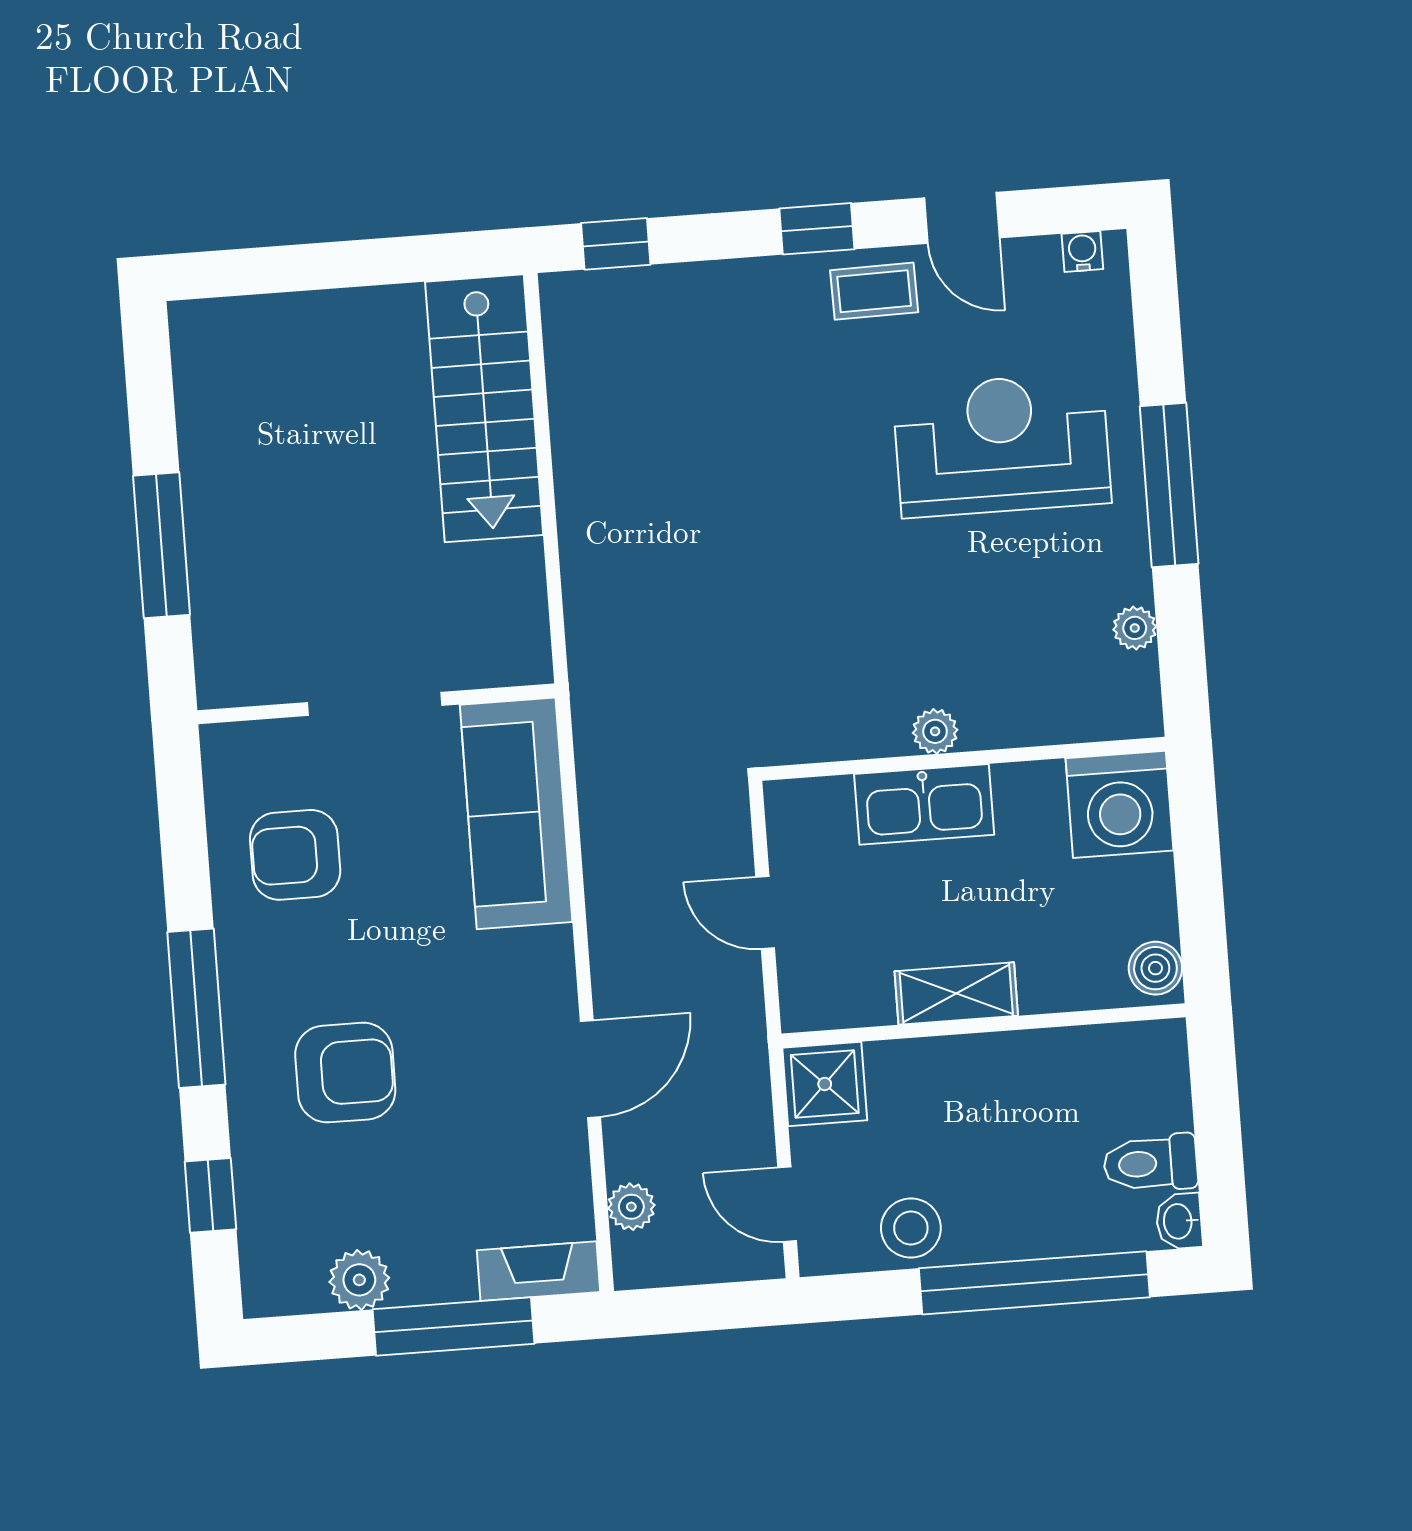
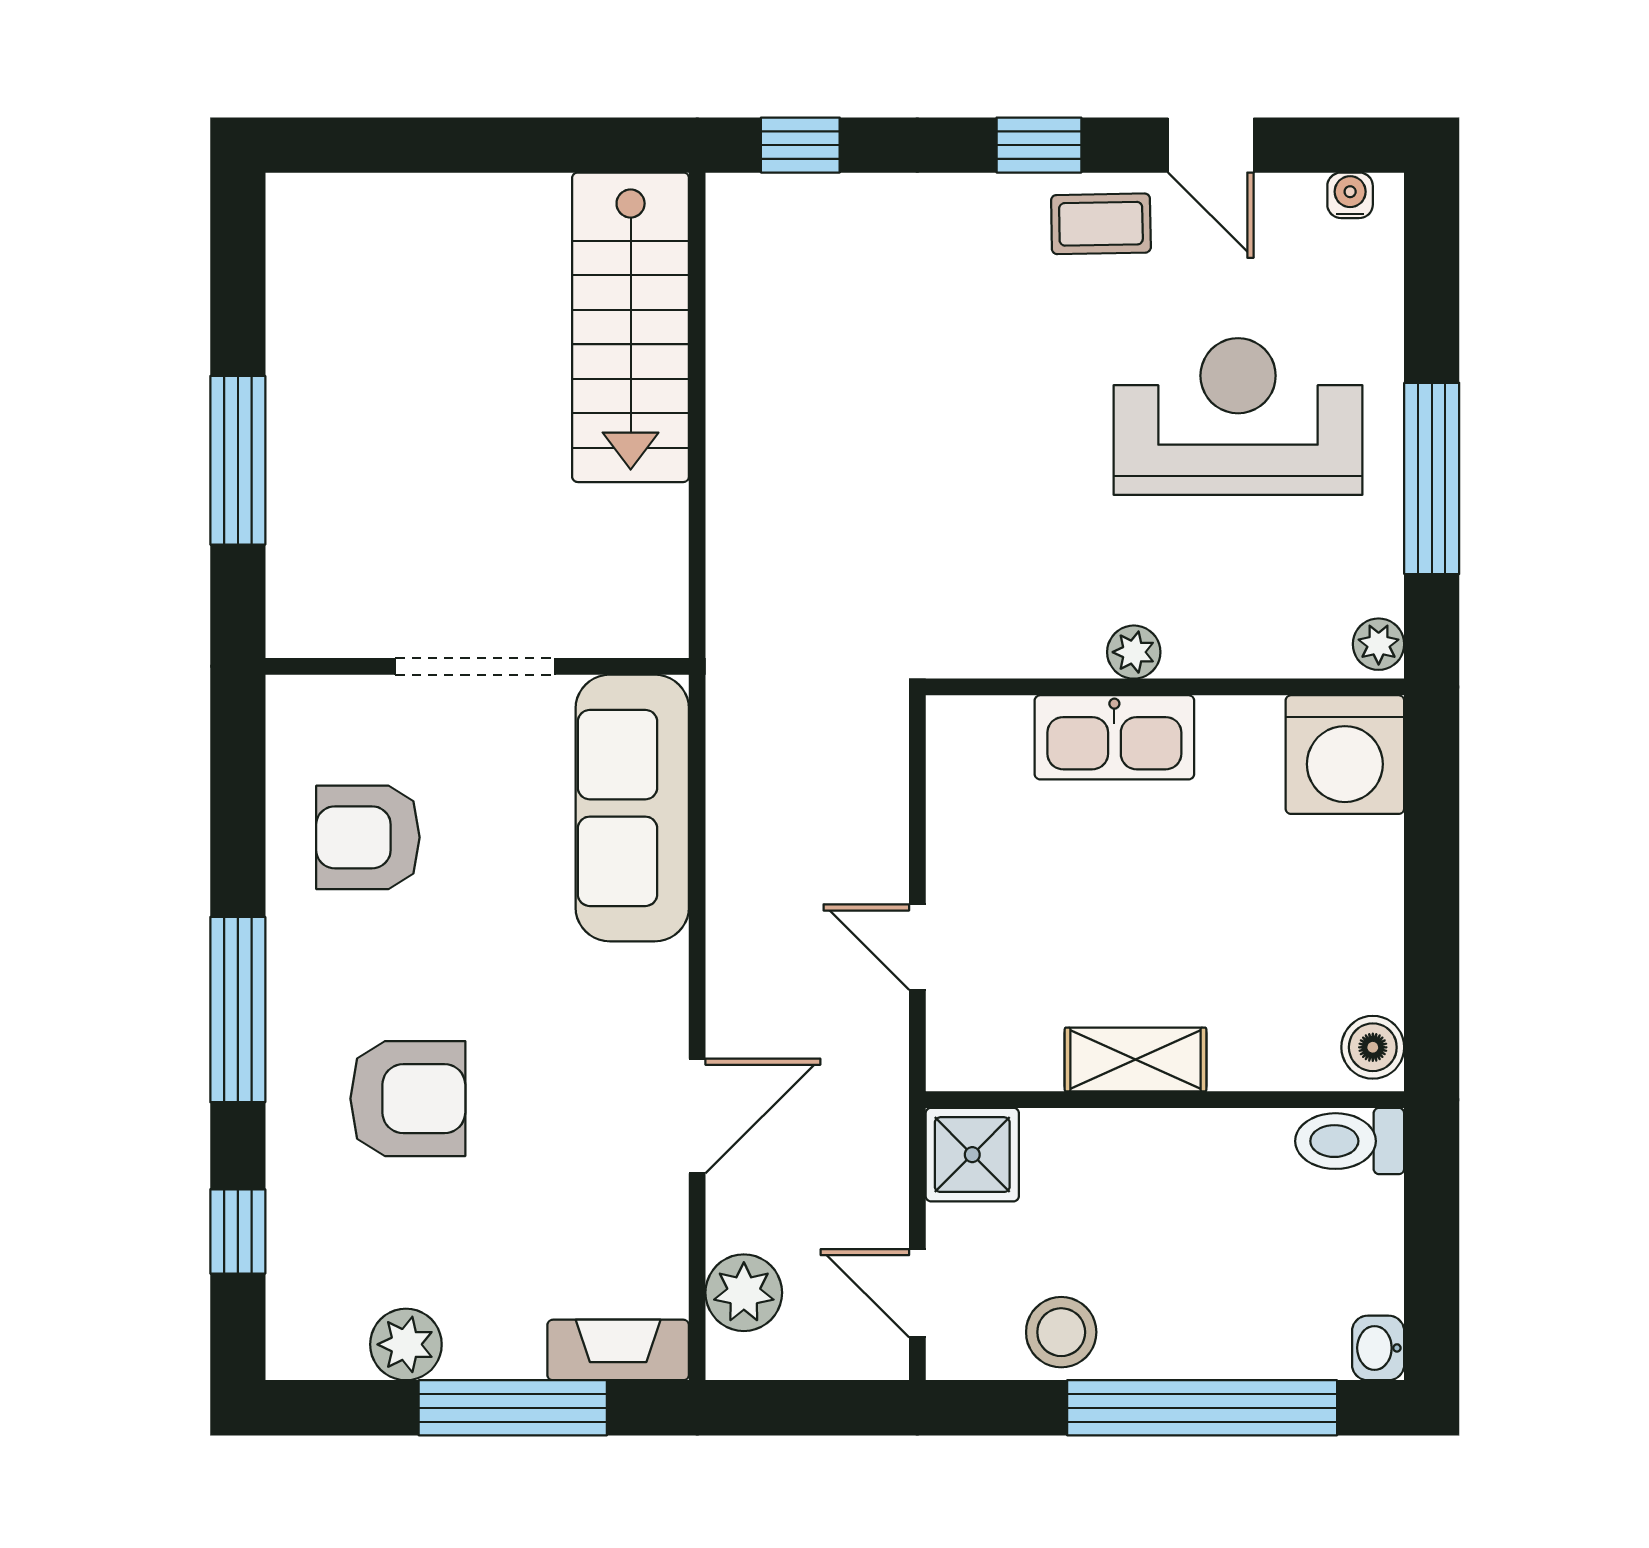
plant: (935, 731) -> (1134, 652), moved
wall: (963, 759) -> (1165, 687), moved
kitchen sink: (924, 804) -> (1114, 737), moved
washing machine: (1119, 804) -> (1345, 755), moved
toilet: (1151, 1163) -> (1350, 1141), moved
plant: (631, 1207) -> (744, 1293), width x1.38, depth x1.38

